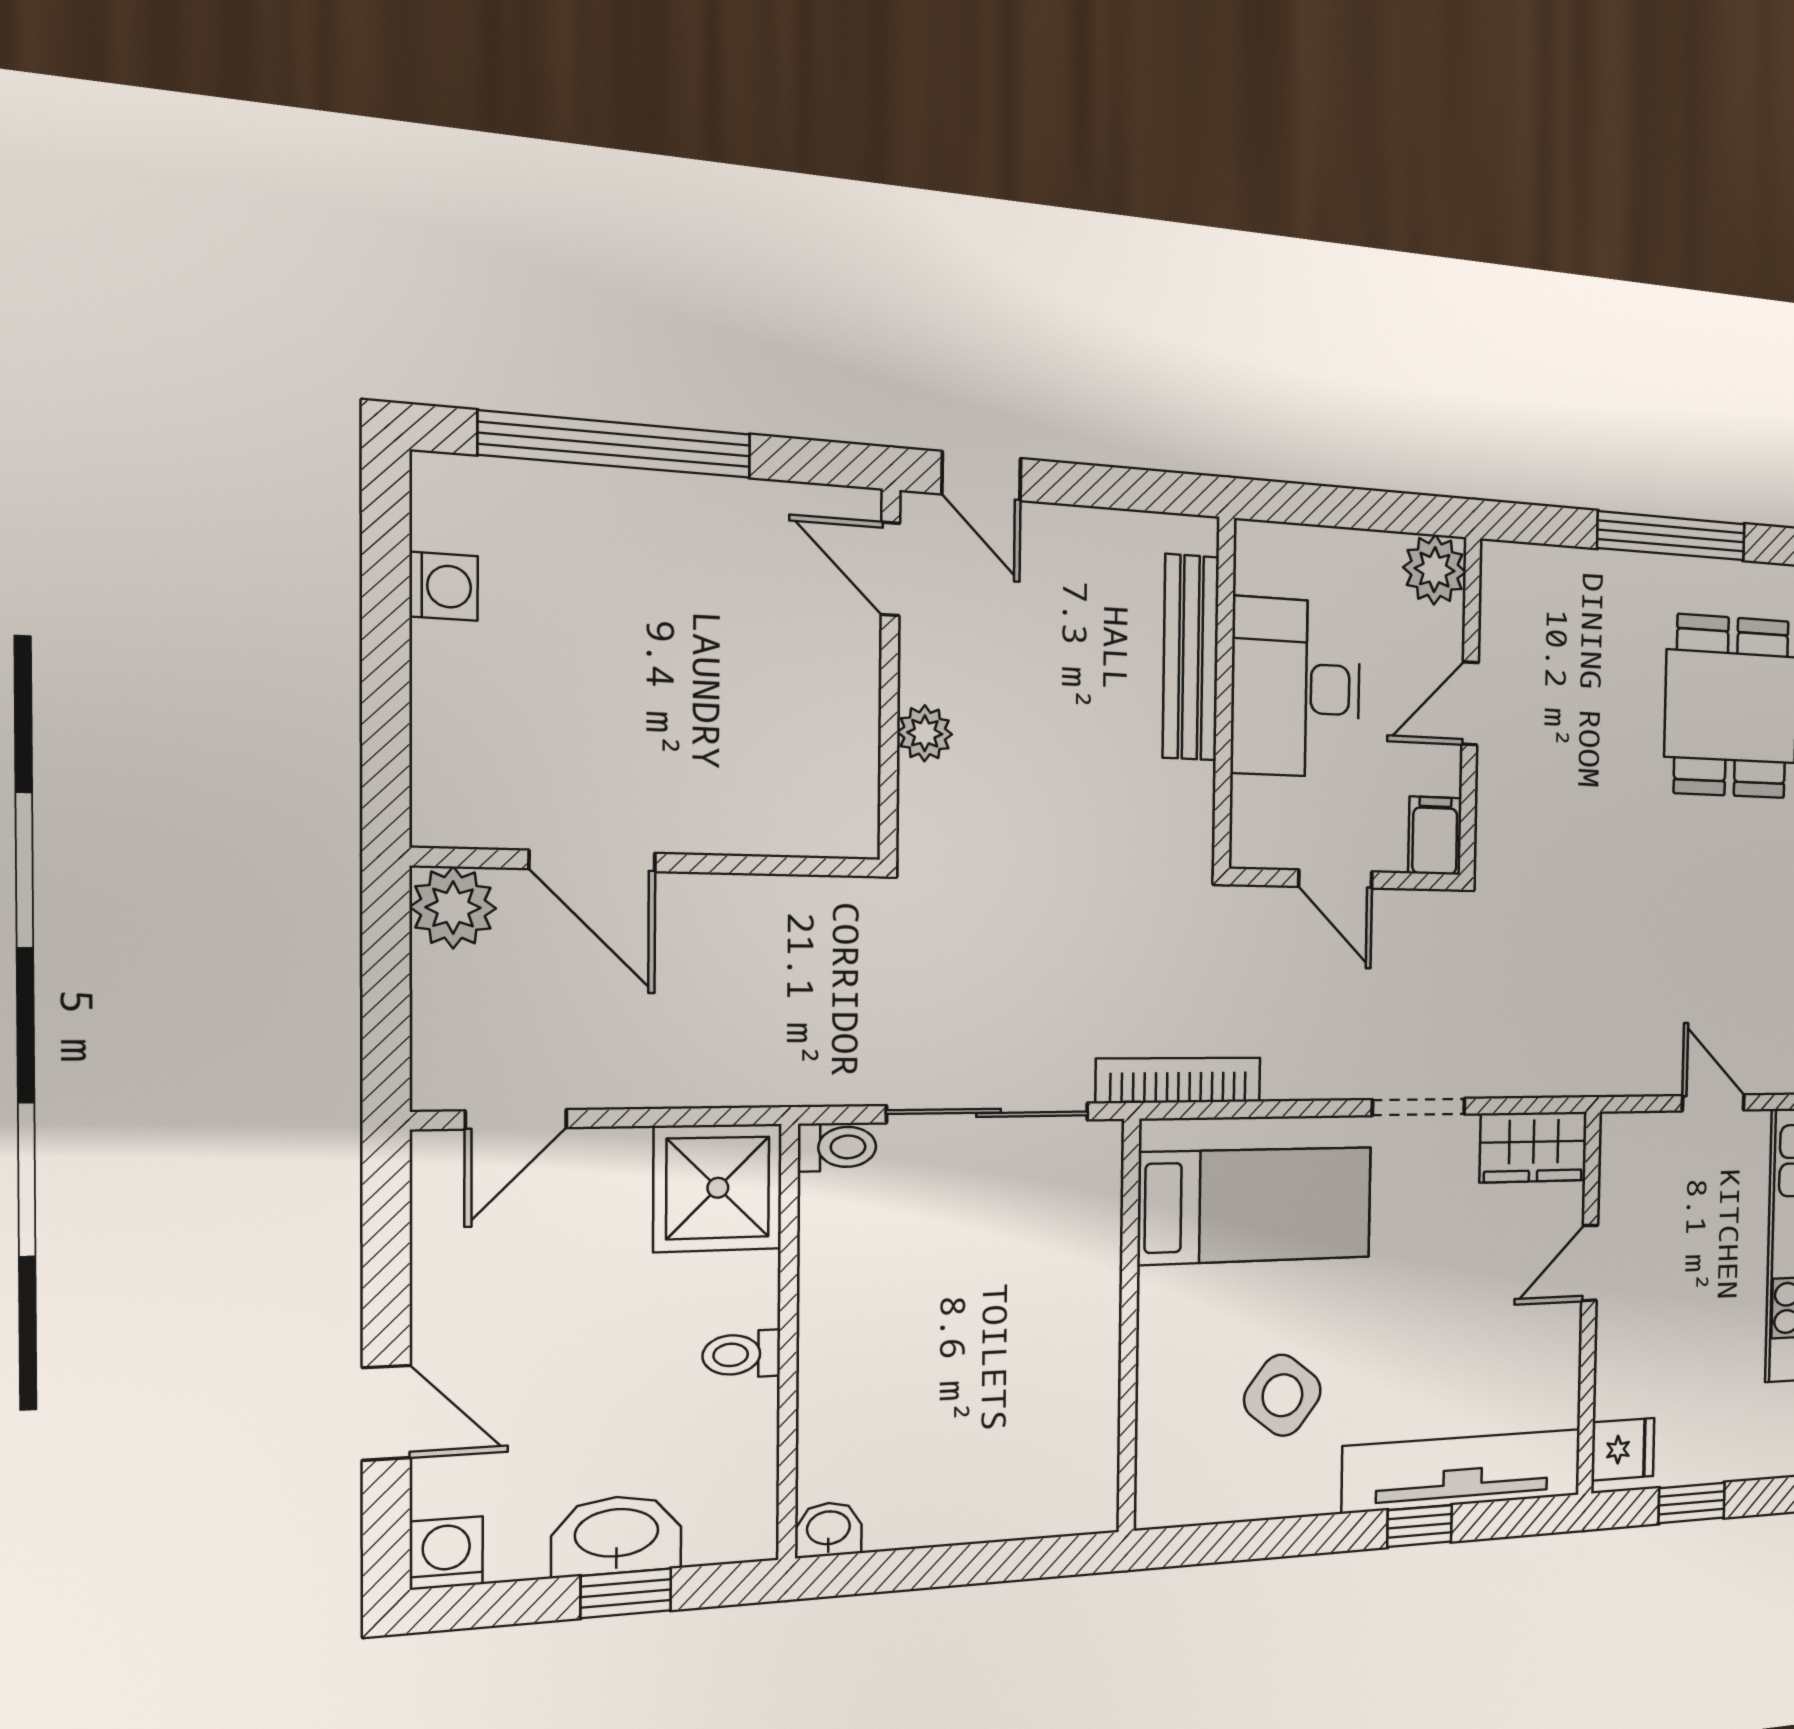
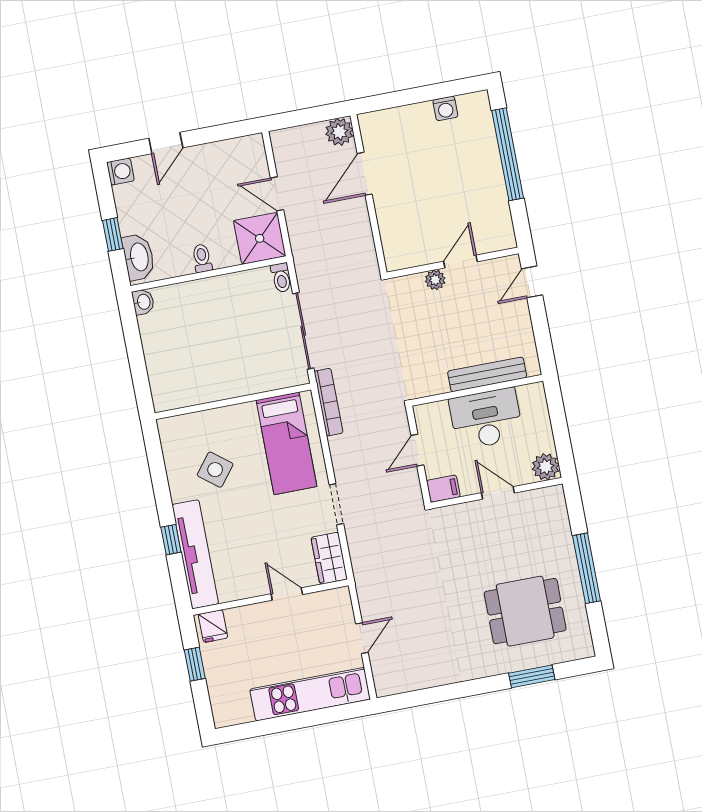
door: (890, 569) -> (461, 261), moved
door: (516, 1119) -> (277, 194), moved
washbasin: (617, 1535) -> (139, 257), moved

